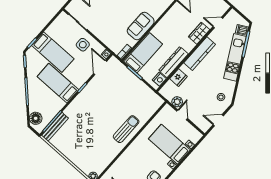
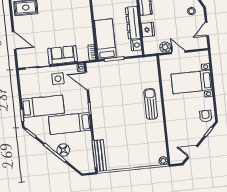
sofa: (141, 26) -> (63, 55), moved, turned 90
floor lamp: (36, 118) -> (63, 150), moved

